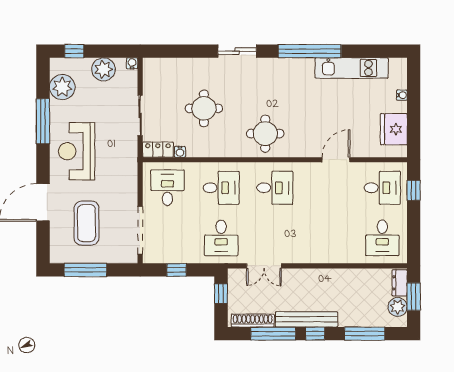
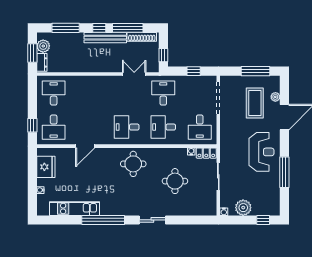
plant: (62, 87) -> (275, 97), moved, width x0.53, depth x0.53
desk: (382, 188) -> (54, 127), turned -90

